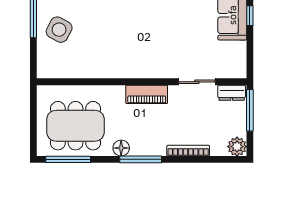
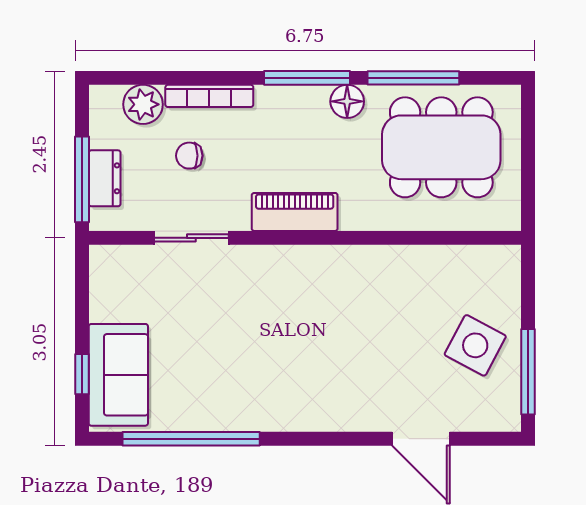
dresser: (232, 93) -> (105, 178), moved, turned 90
chair: (198, 122) -> (189, 156), added
plant: (237, 147) -> (143, 104), moved
window: (68, 159) -> (413, 78), moved

